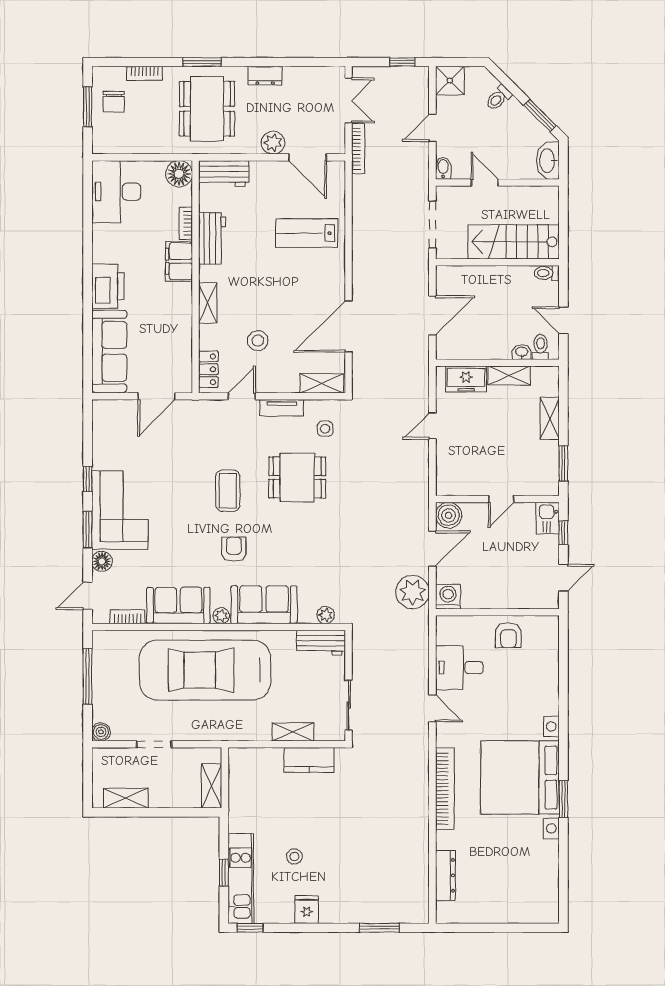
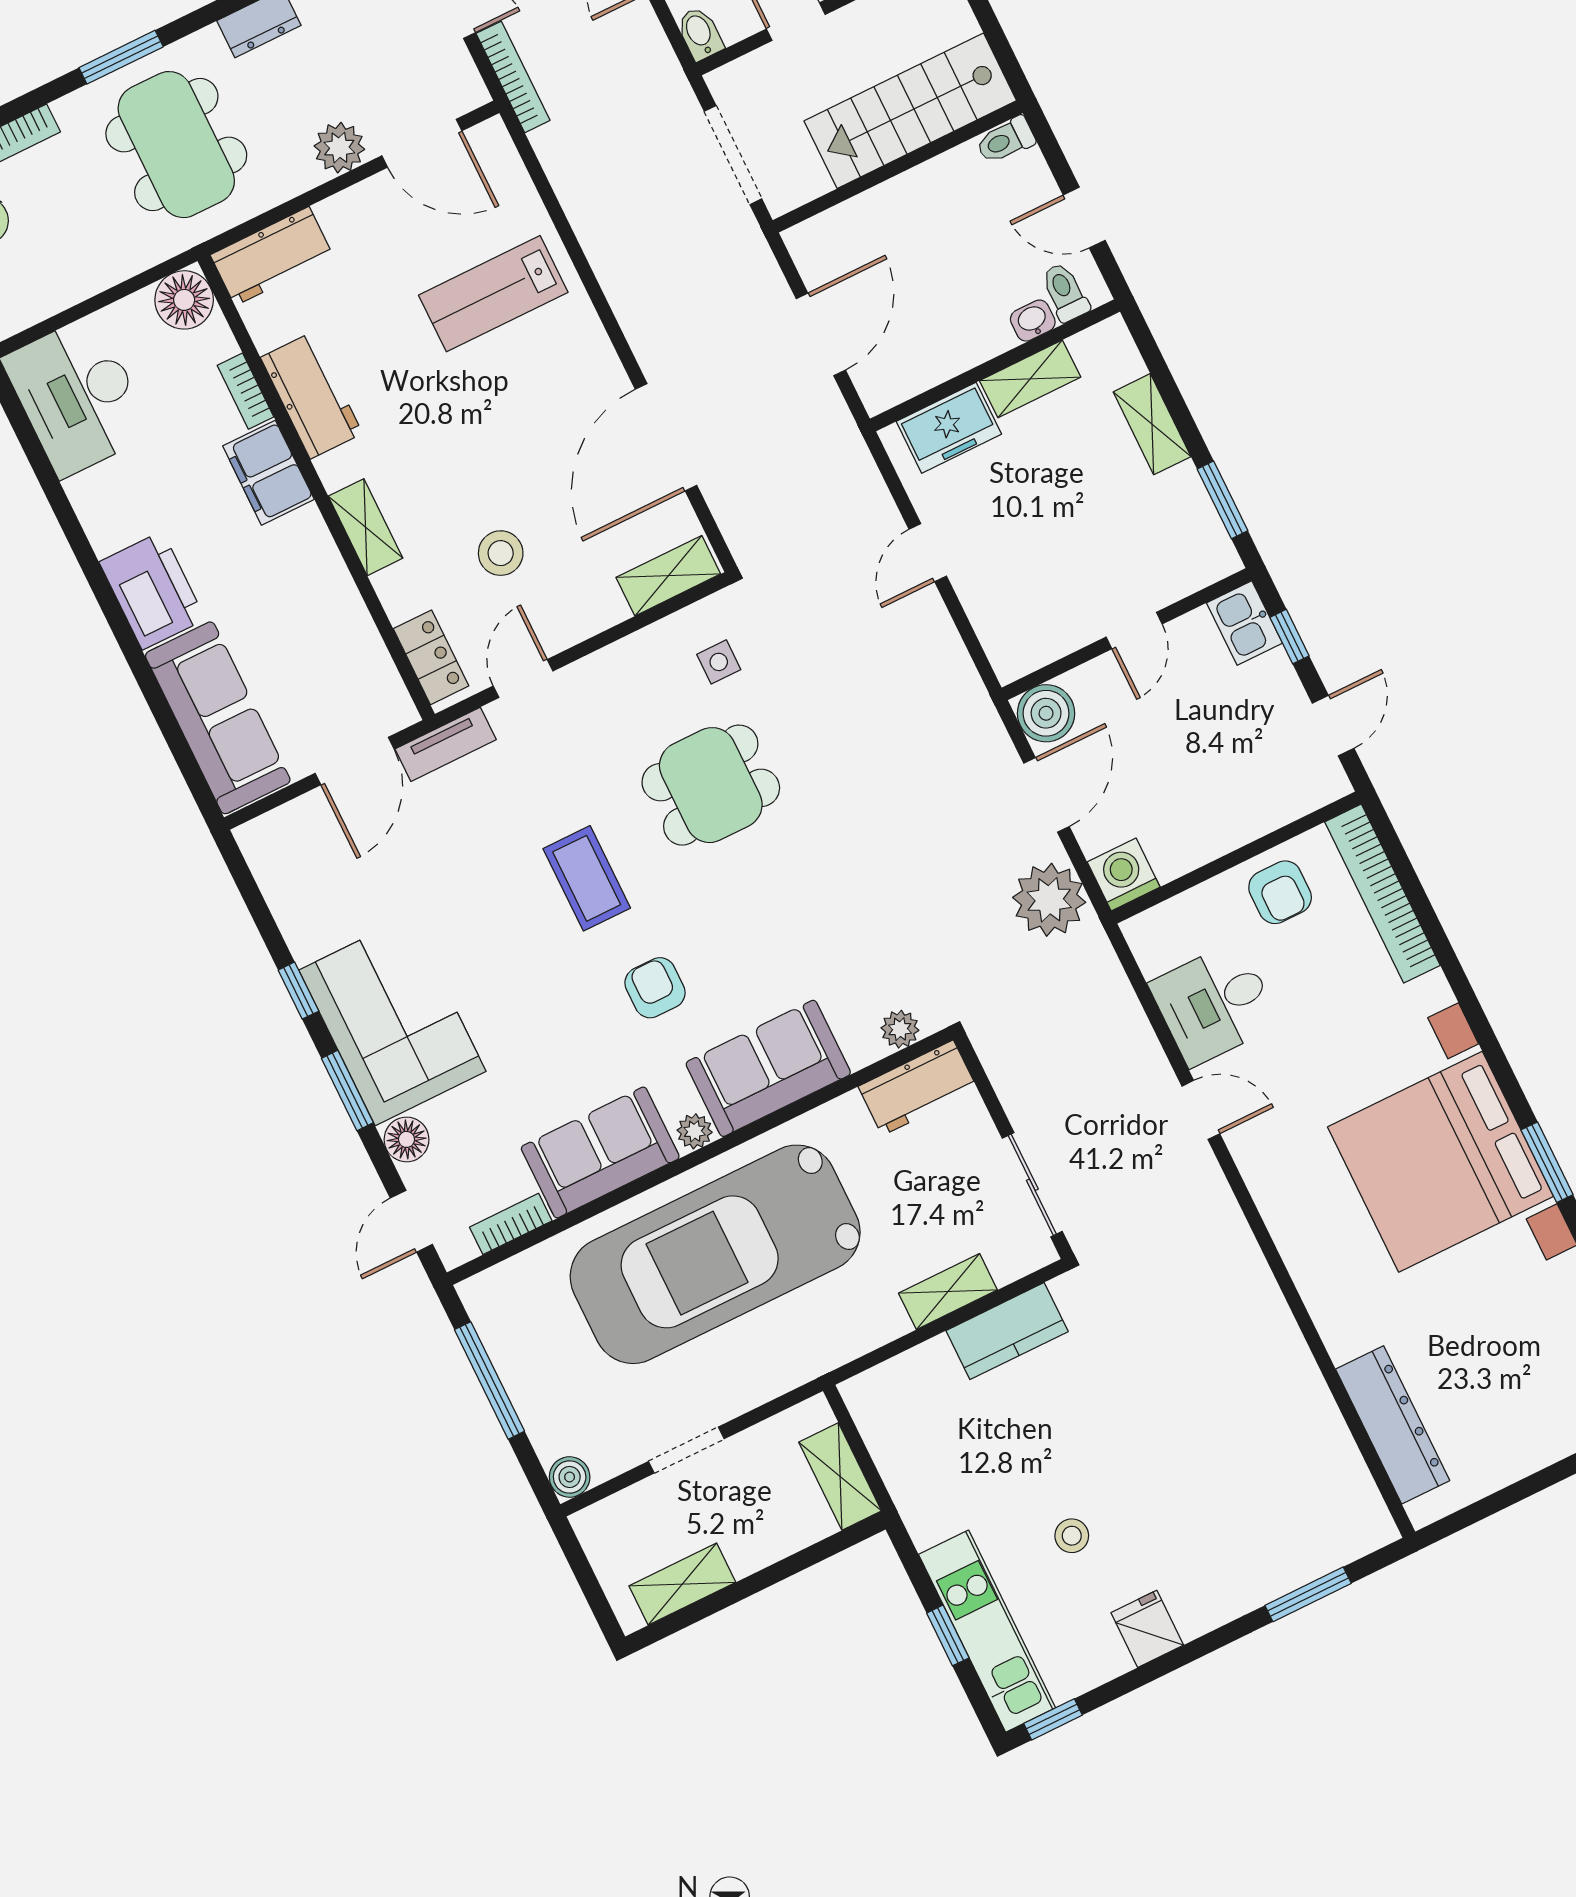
tv unit: (282, 408) -> (446, 744), moved
bookcase: (445, 789) -> (1382, 894), moved, turned 180
dresser: (445, 875) -> (1393, 1425), width x1.37, depth x1.24

